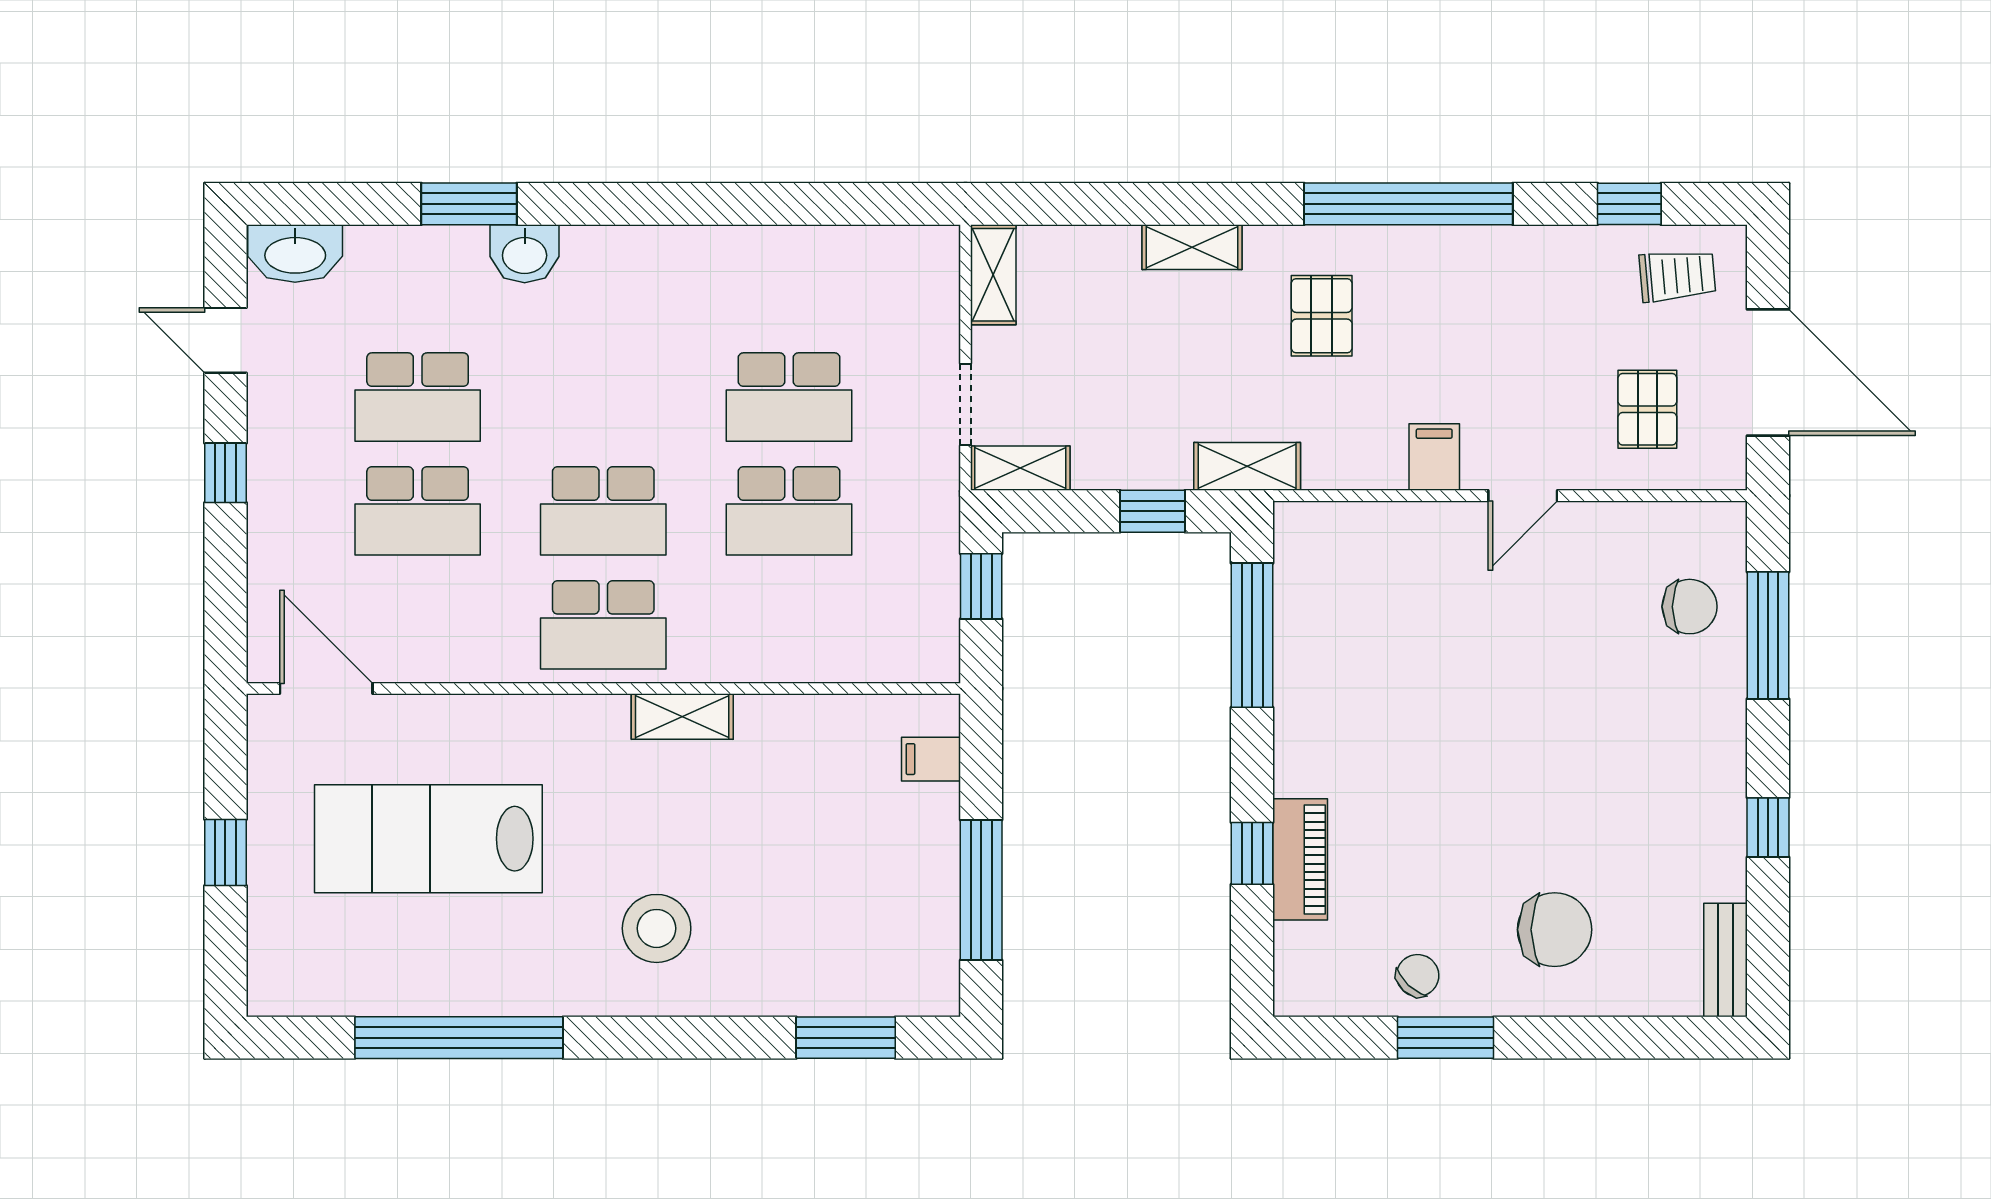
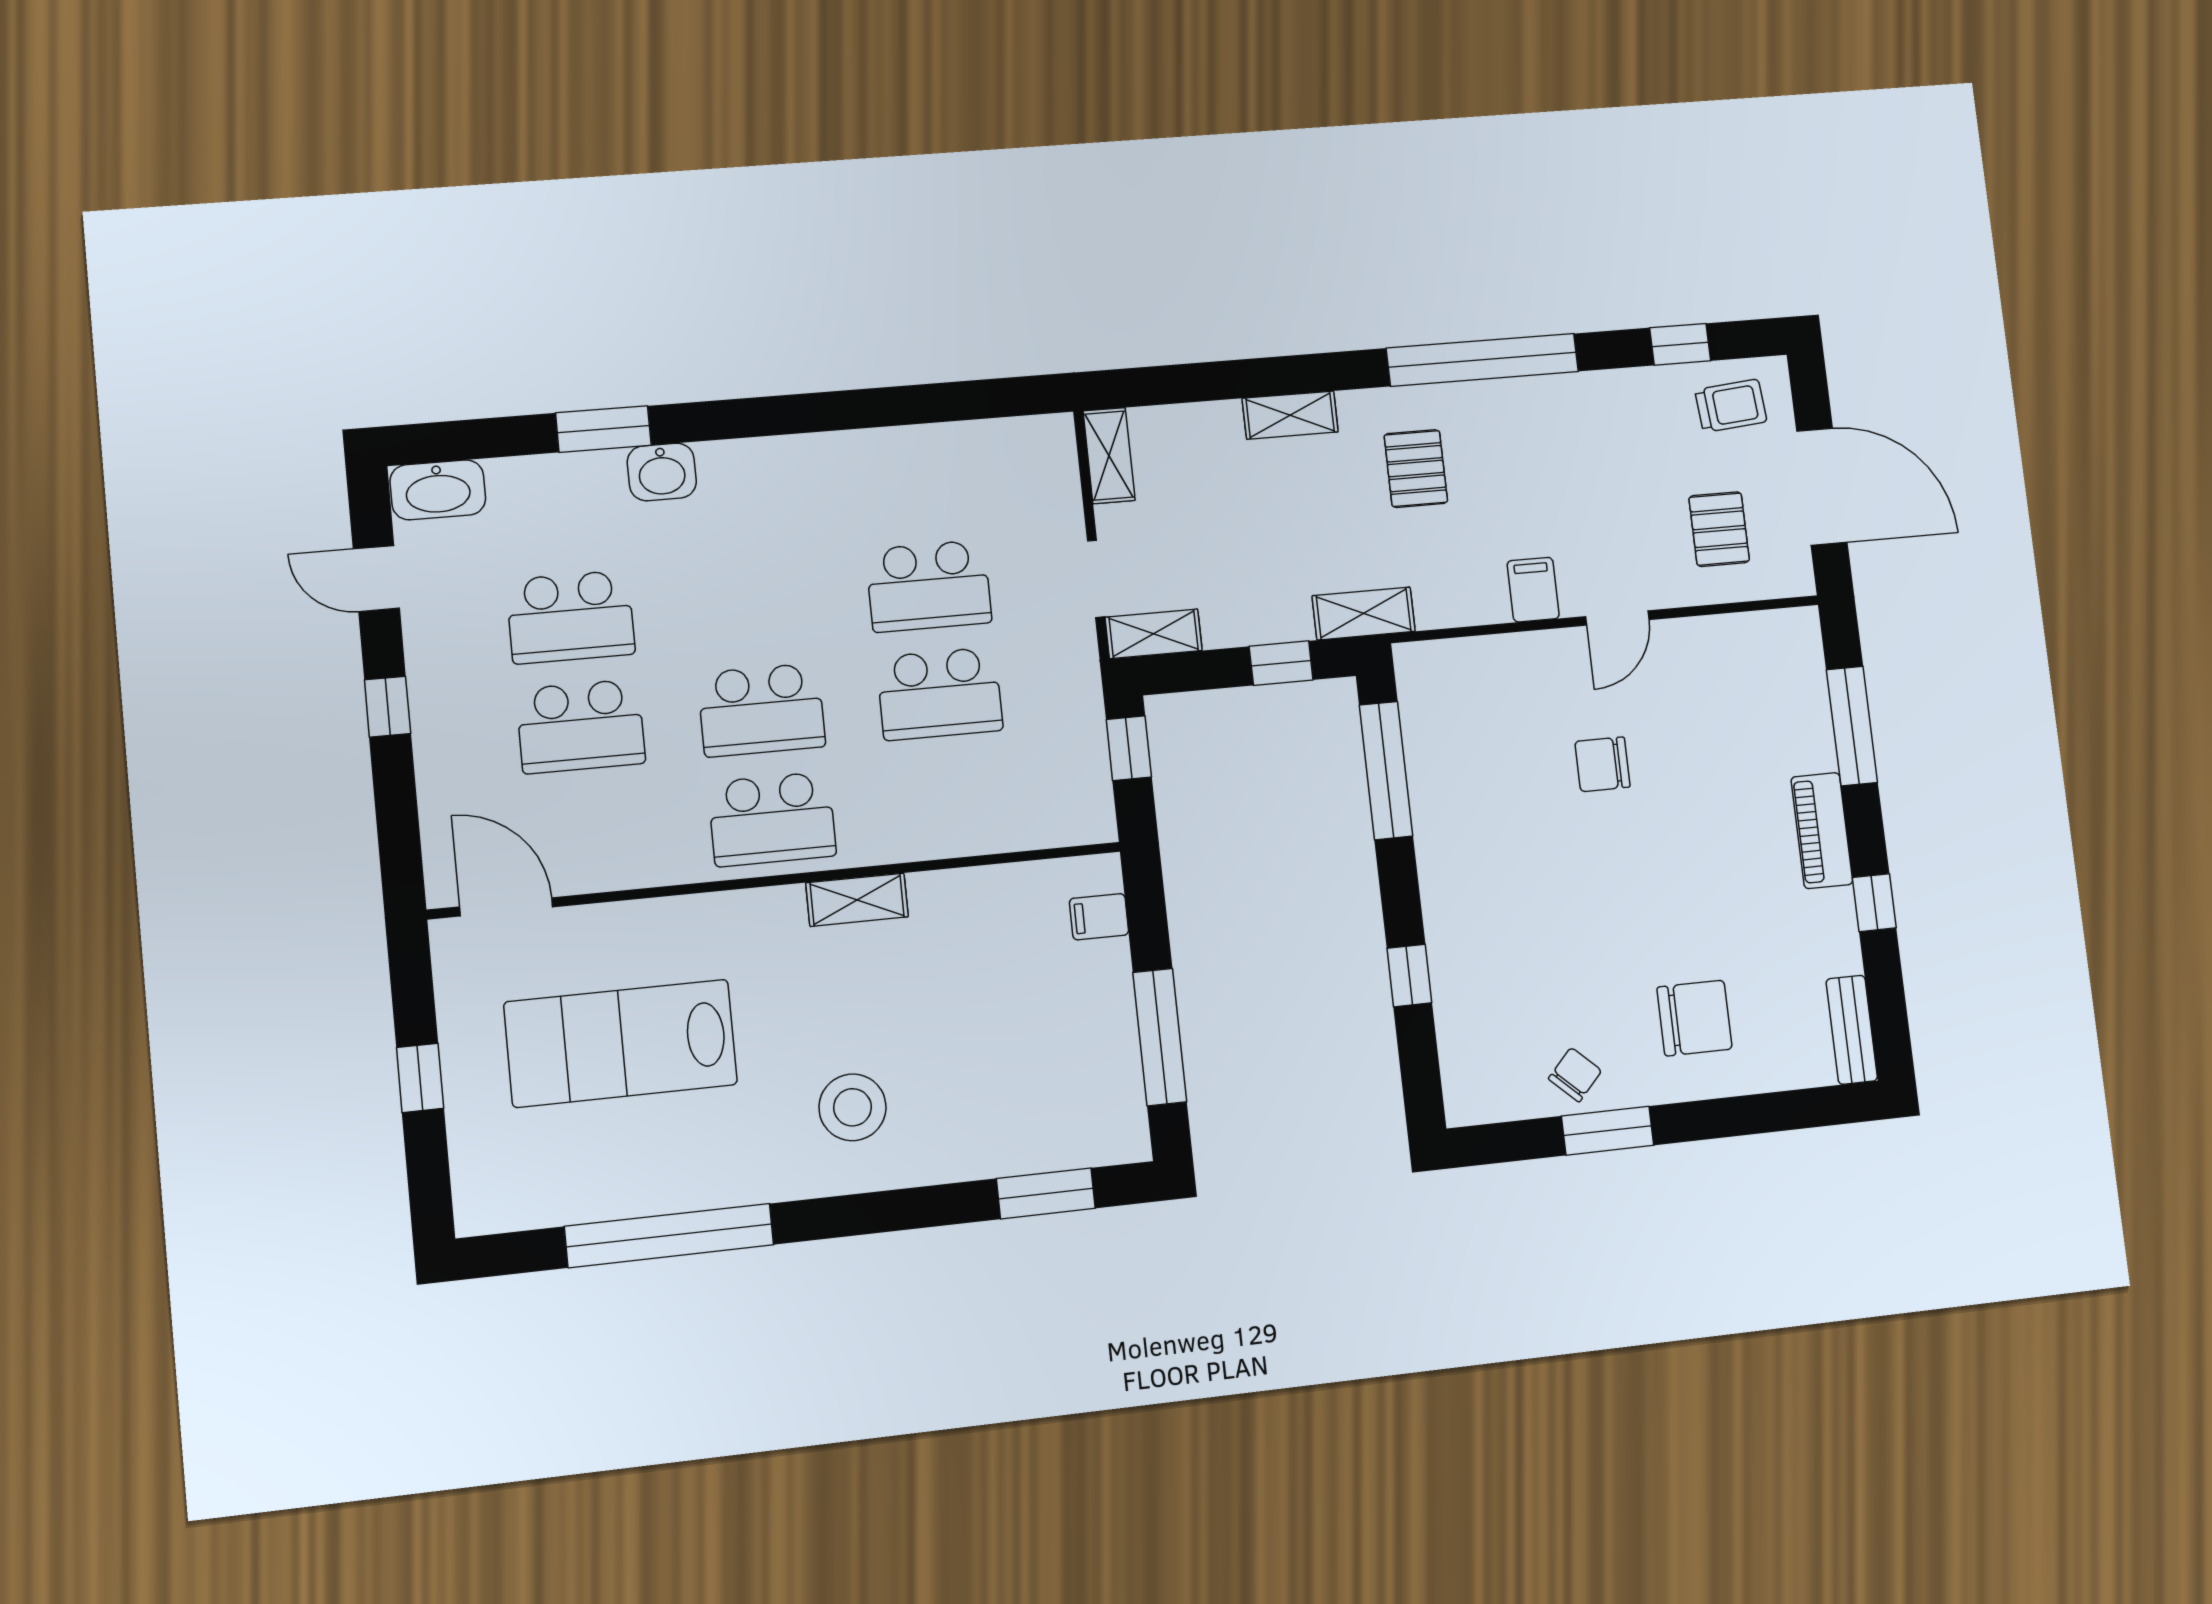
chair: (1690, 607) -> (1602, 764), moved, turned 180
piano: (1300, 859) -> (1822, 831), moved, turned 180

